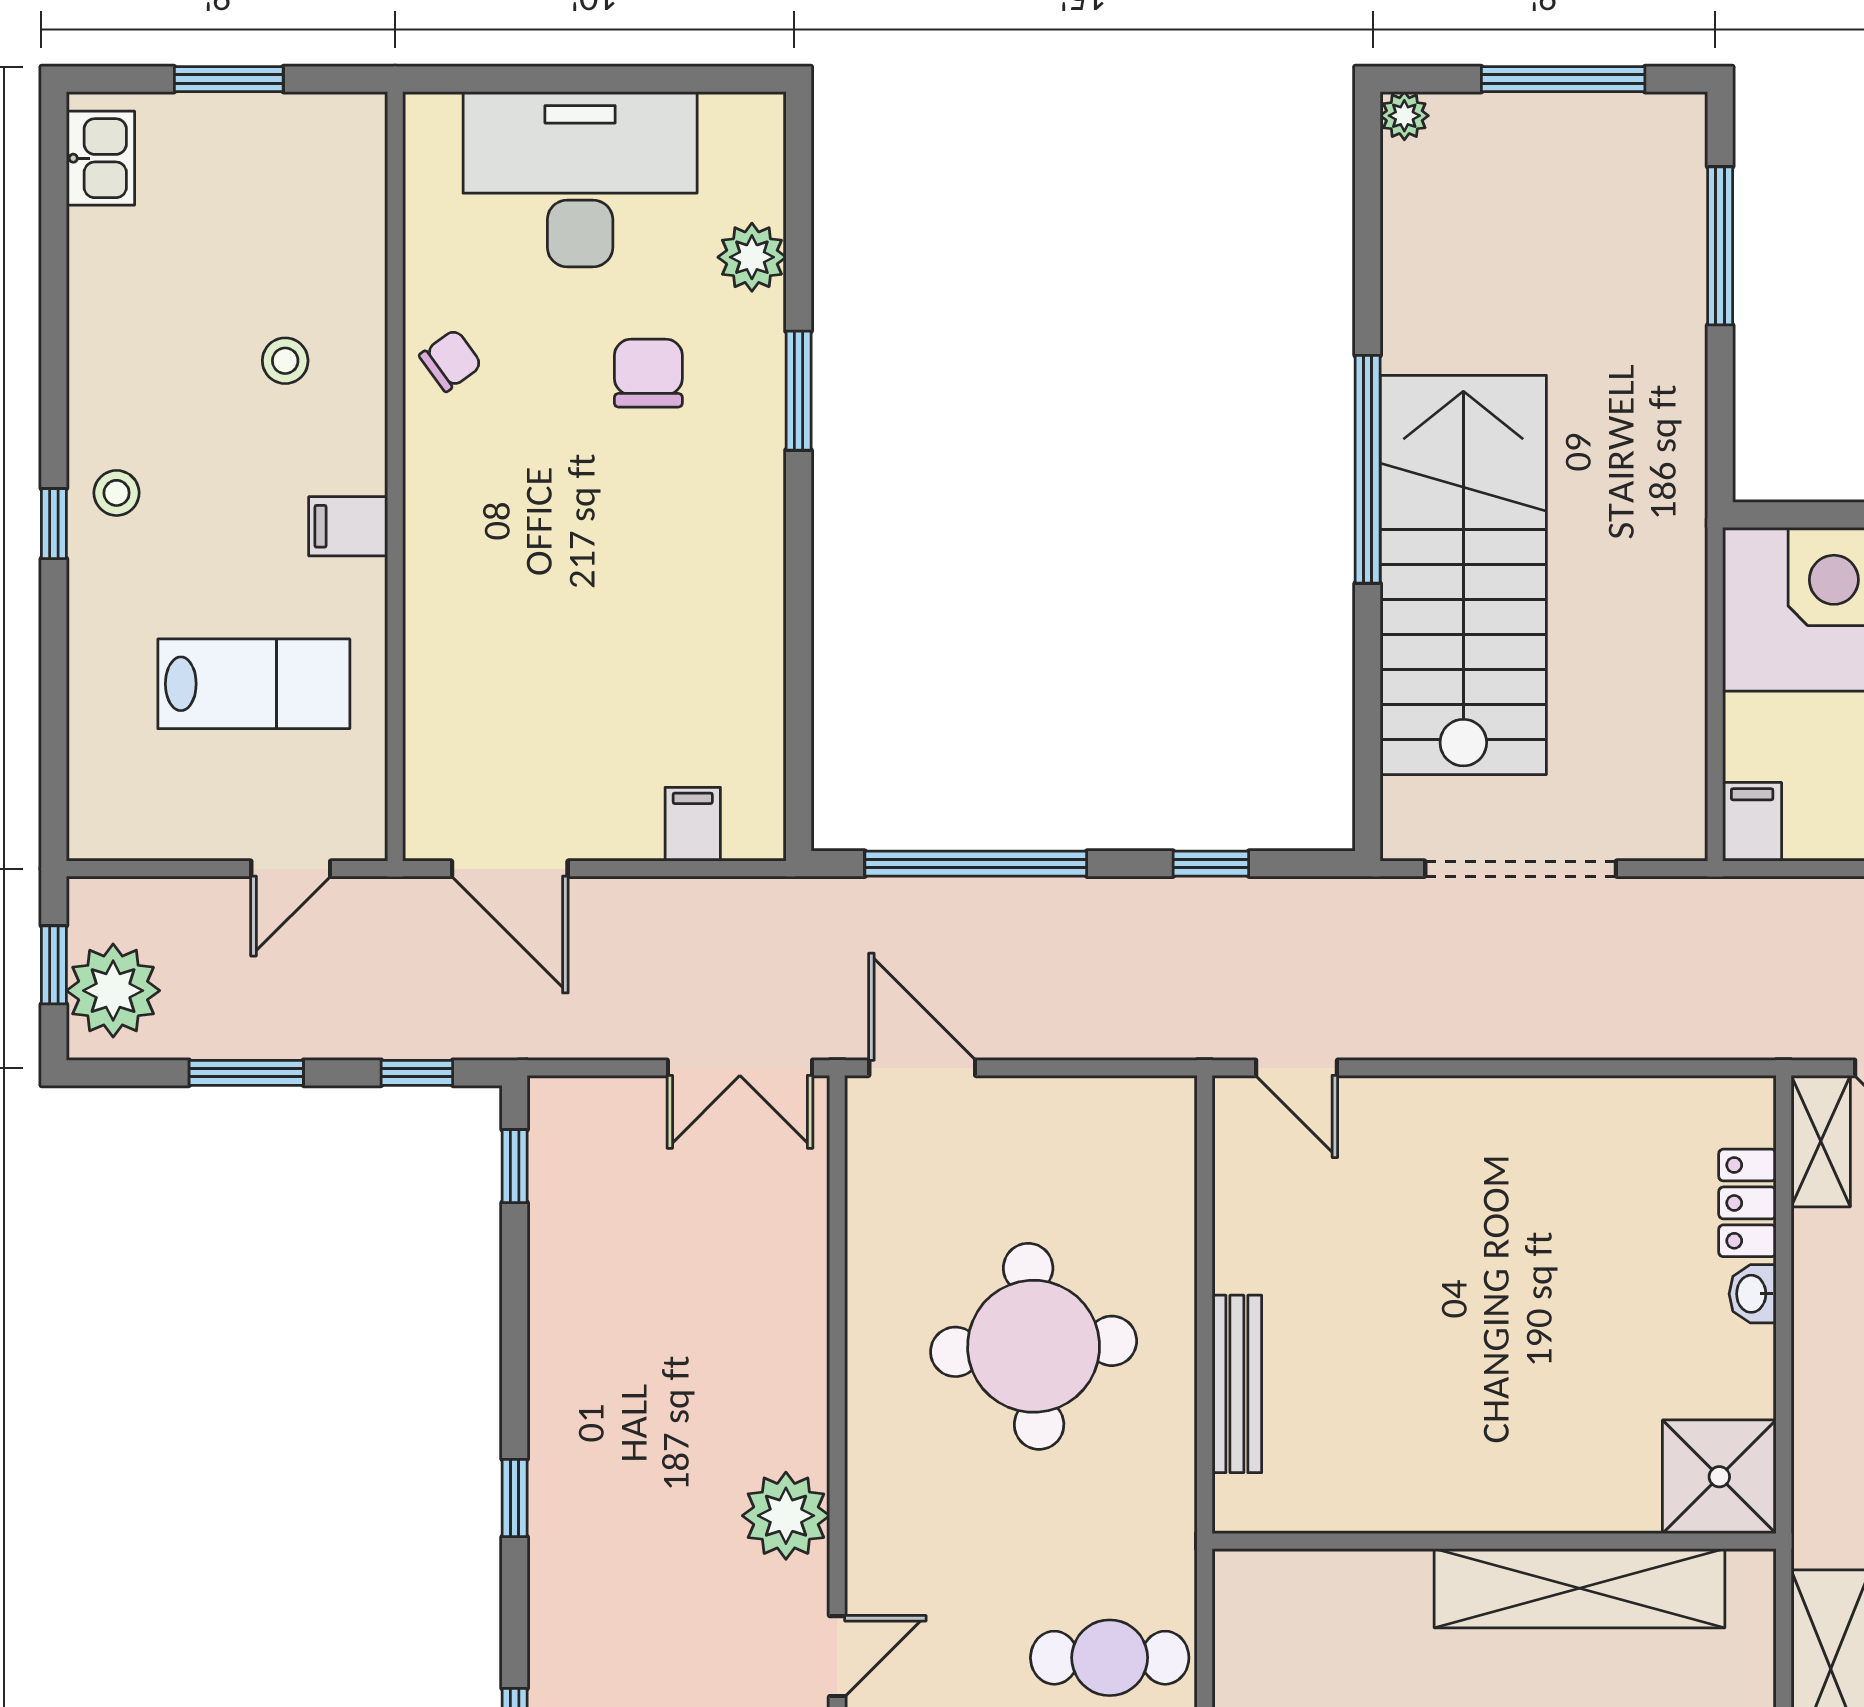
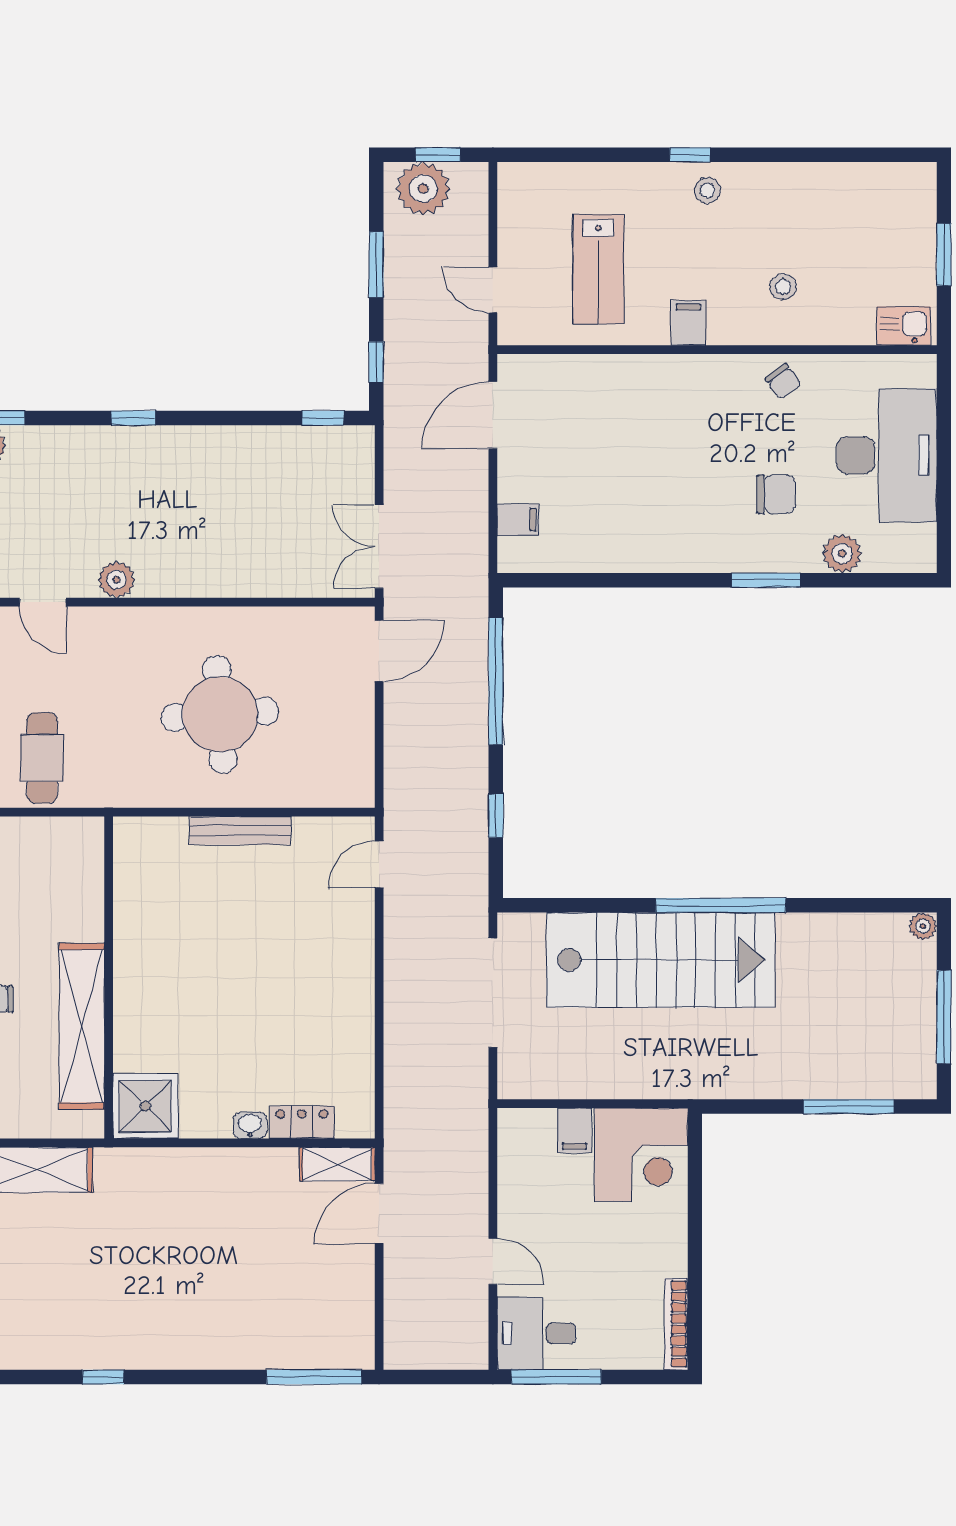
kitchen sink: (100, 158) -> (904, 326), moved, turned 180
filing cabinet: (1752, 822) -> (575, 1130), moved, turned 90
bench: (1237, 1384) -> (240, 831), moved
plant: (786, 1516) -> (117, 580), width x0.73, depth x0.73

